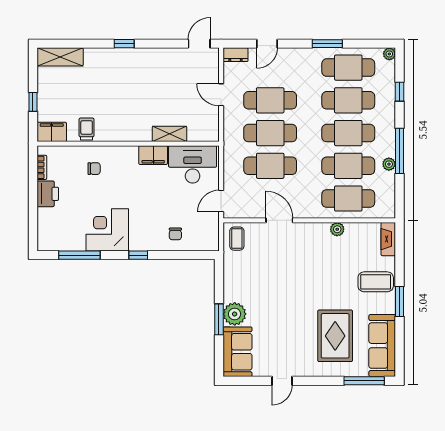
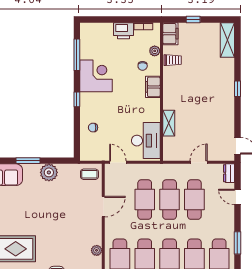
plant: (74, 153) -> (155, 51), added
filing cabinet: (153, 155) -> (153, 87), moved
plant: (235, 314) -> (49, 172), moved

